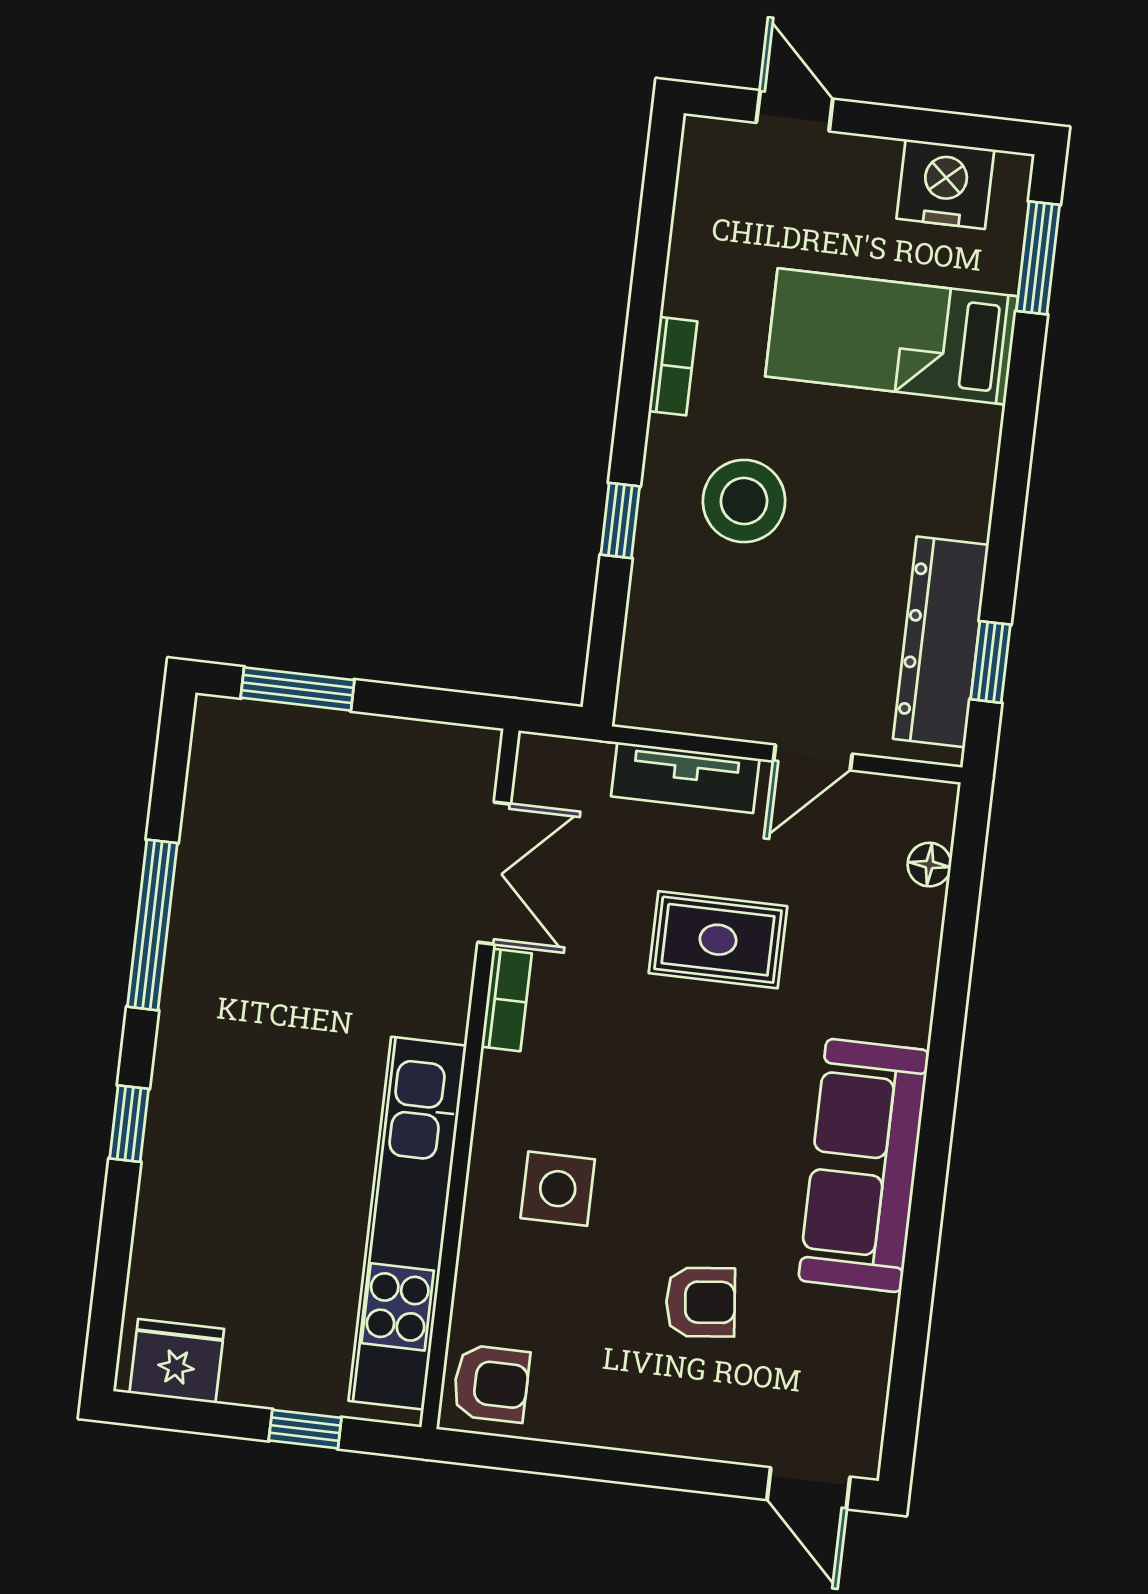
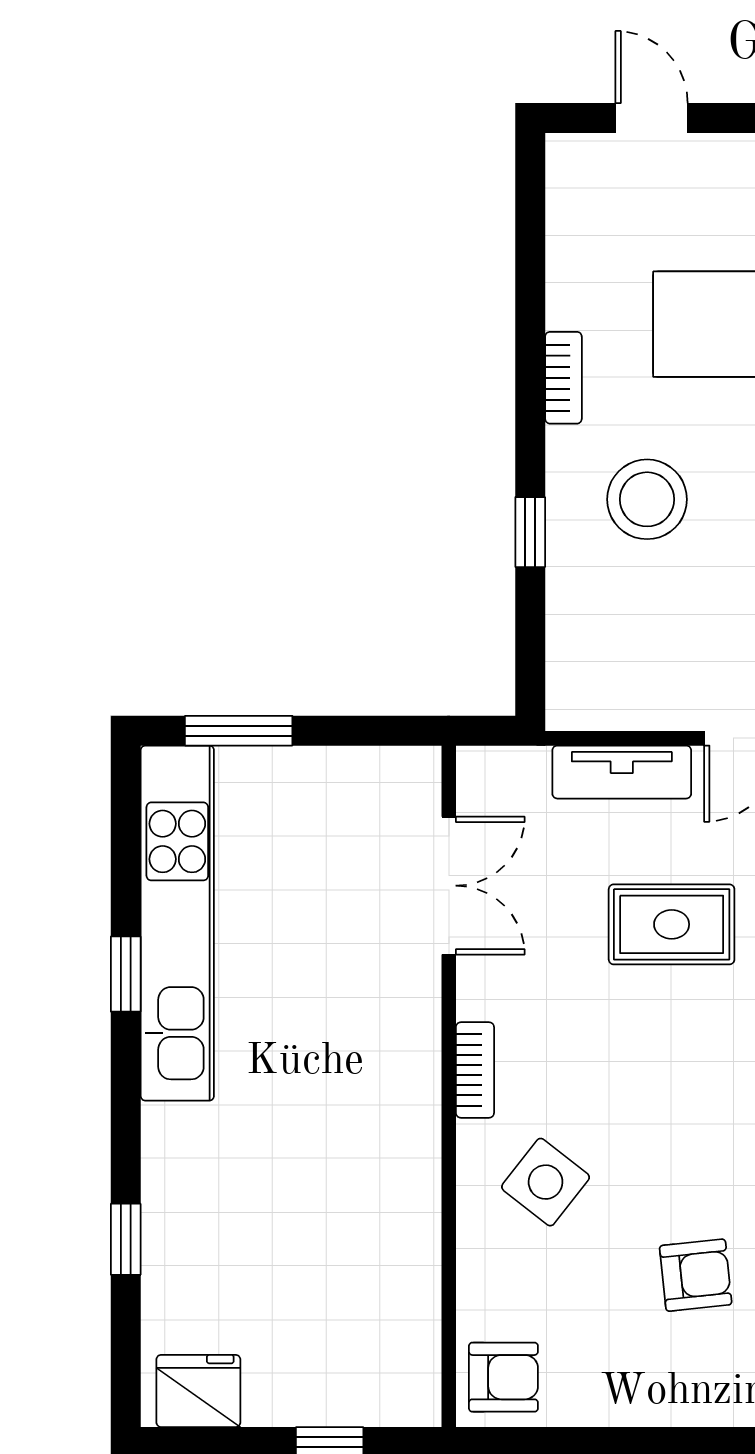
window: (152, 925) -> (126, 974), width x0.46
bookcase: (507, 1000) -> (475, 1070), moved
window: (129, 1124) -> (126, 1239), moved
side table: (558, 1189) -> (546, 1182), turned 38
kitchen unit: (407, 1223) -> (177, 923), moved, turned 180

